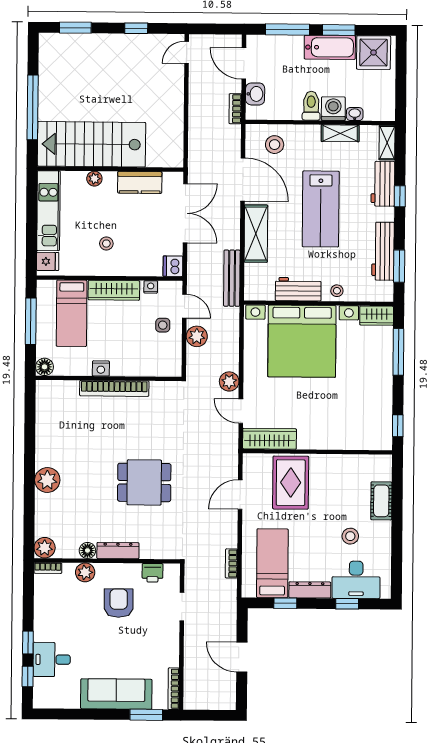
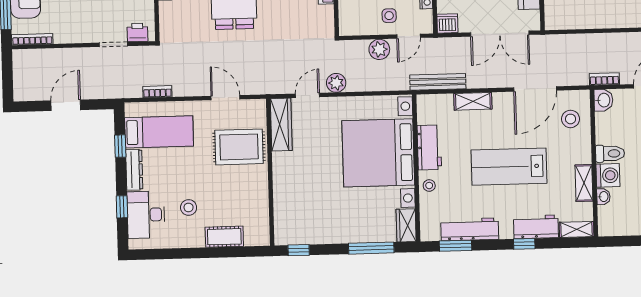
washbasin: (255, 94) -> (603, 100), moved, turned -90
shelving: (256, 234) -> (473, 101), width x0.67, depth x0.75
printer: (152, 573) -> (137, 32), moved, turned 90

